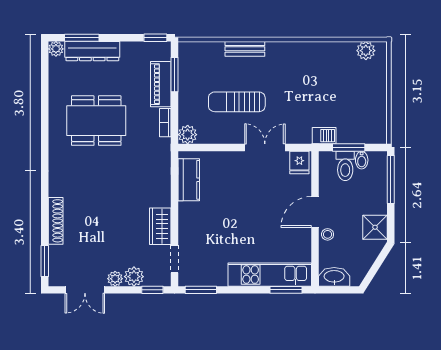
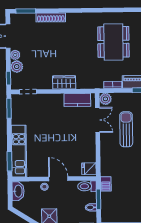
double door: (265, 148) -> (98, 120), moved
toilet: (345, 166) -> (87, 186), moved
wardrobe: (160, 226) -> (64, 82), moved

